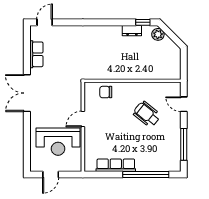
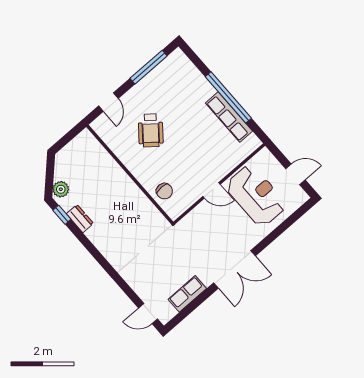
window: (146, 174) -> (228, 97), moved

